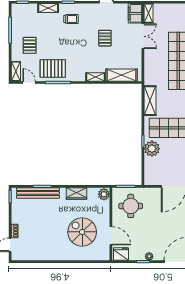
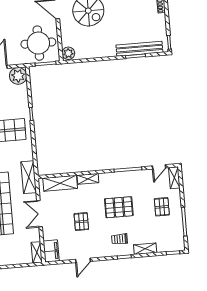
double door: (143, 36) -> (40, 214), moved
pallet: (53, 68) -> (119, 207), moved
door: (29, 82) -> (159, 167), hinge flipped
shelving: (150, 101) -> (29, 177), moved
plant: (152, 149) -> (18, 76), moved
wardrobe: (77, 194) -> (98, 52), removed
round table: (131, 206) -> (38, 43), width x1.36, depth x1.36

